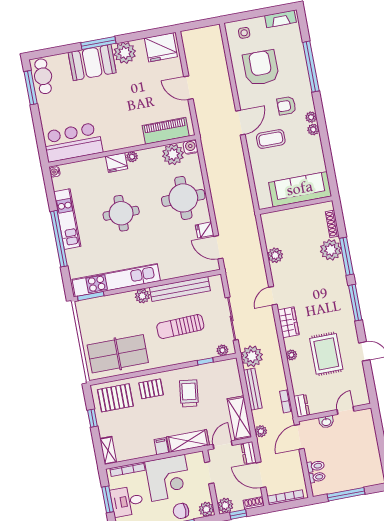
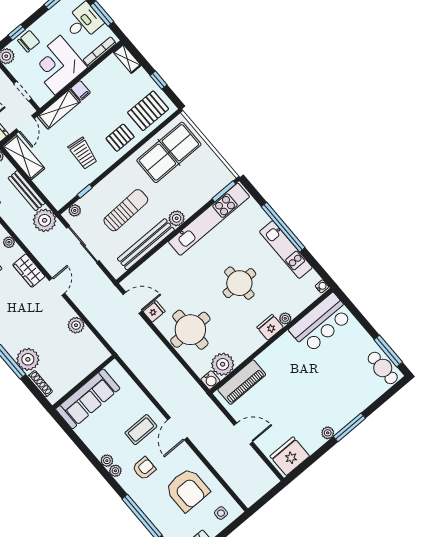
plant: (125, 53) -> (328, 433), width x0.53, depth x0.53
booth: (92, 63) -> (345, 406), removed
plant: (132, 157) -> (285, 318), moved

